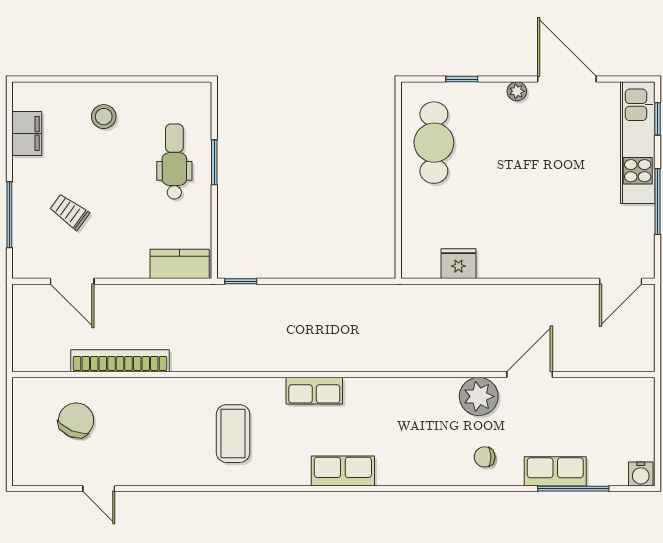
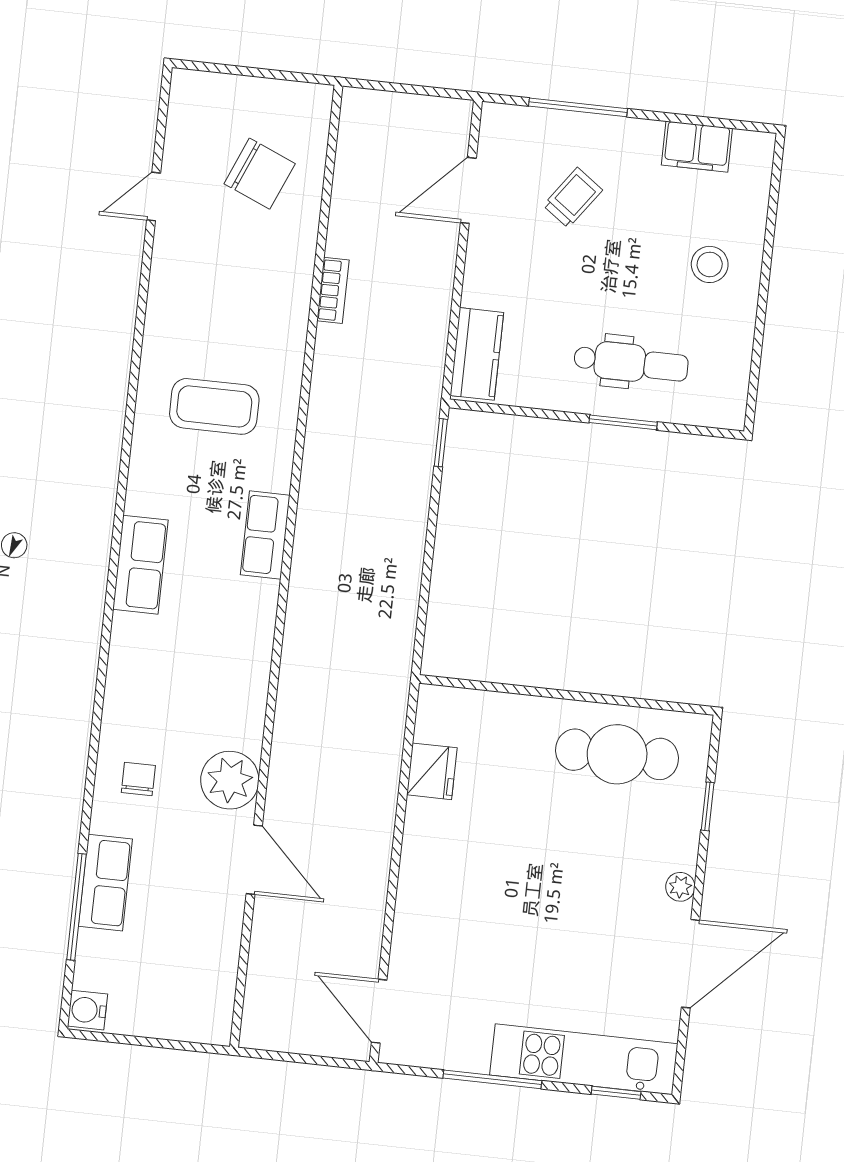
bookcase: (120, 361) -> (333, 290), width x0.43, depth x0.76

